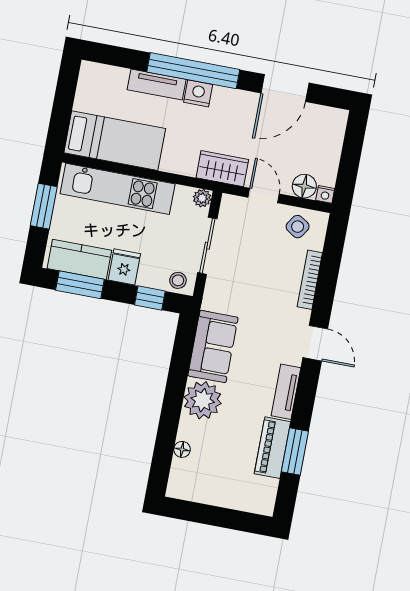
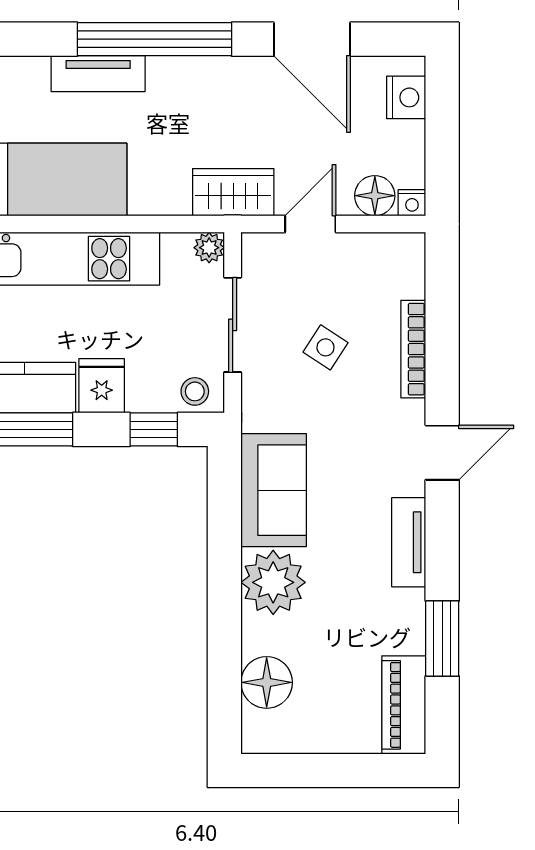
door: (285, 88) -> (312, 39), hinge flipped
nightstand: (198, 93) -> (406, 97), moved, turned 90
door: (264, 196) -> (310, 224), hinge flipped
side table: (298, 227) -> (325, 347), moved
door: (315, 343) -> (442, 453), hinge flipped
piano: (272, 448) -> (404, 705), moved
floor lamp: (182, 449) -> (267, 682), width x1.89, depth x1.89

